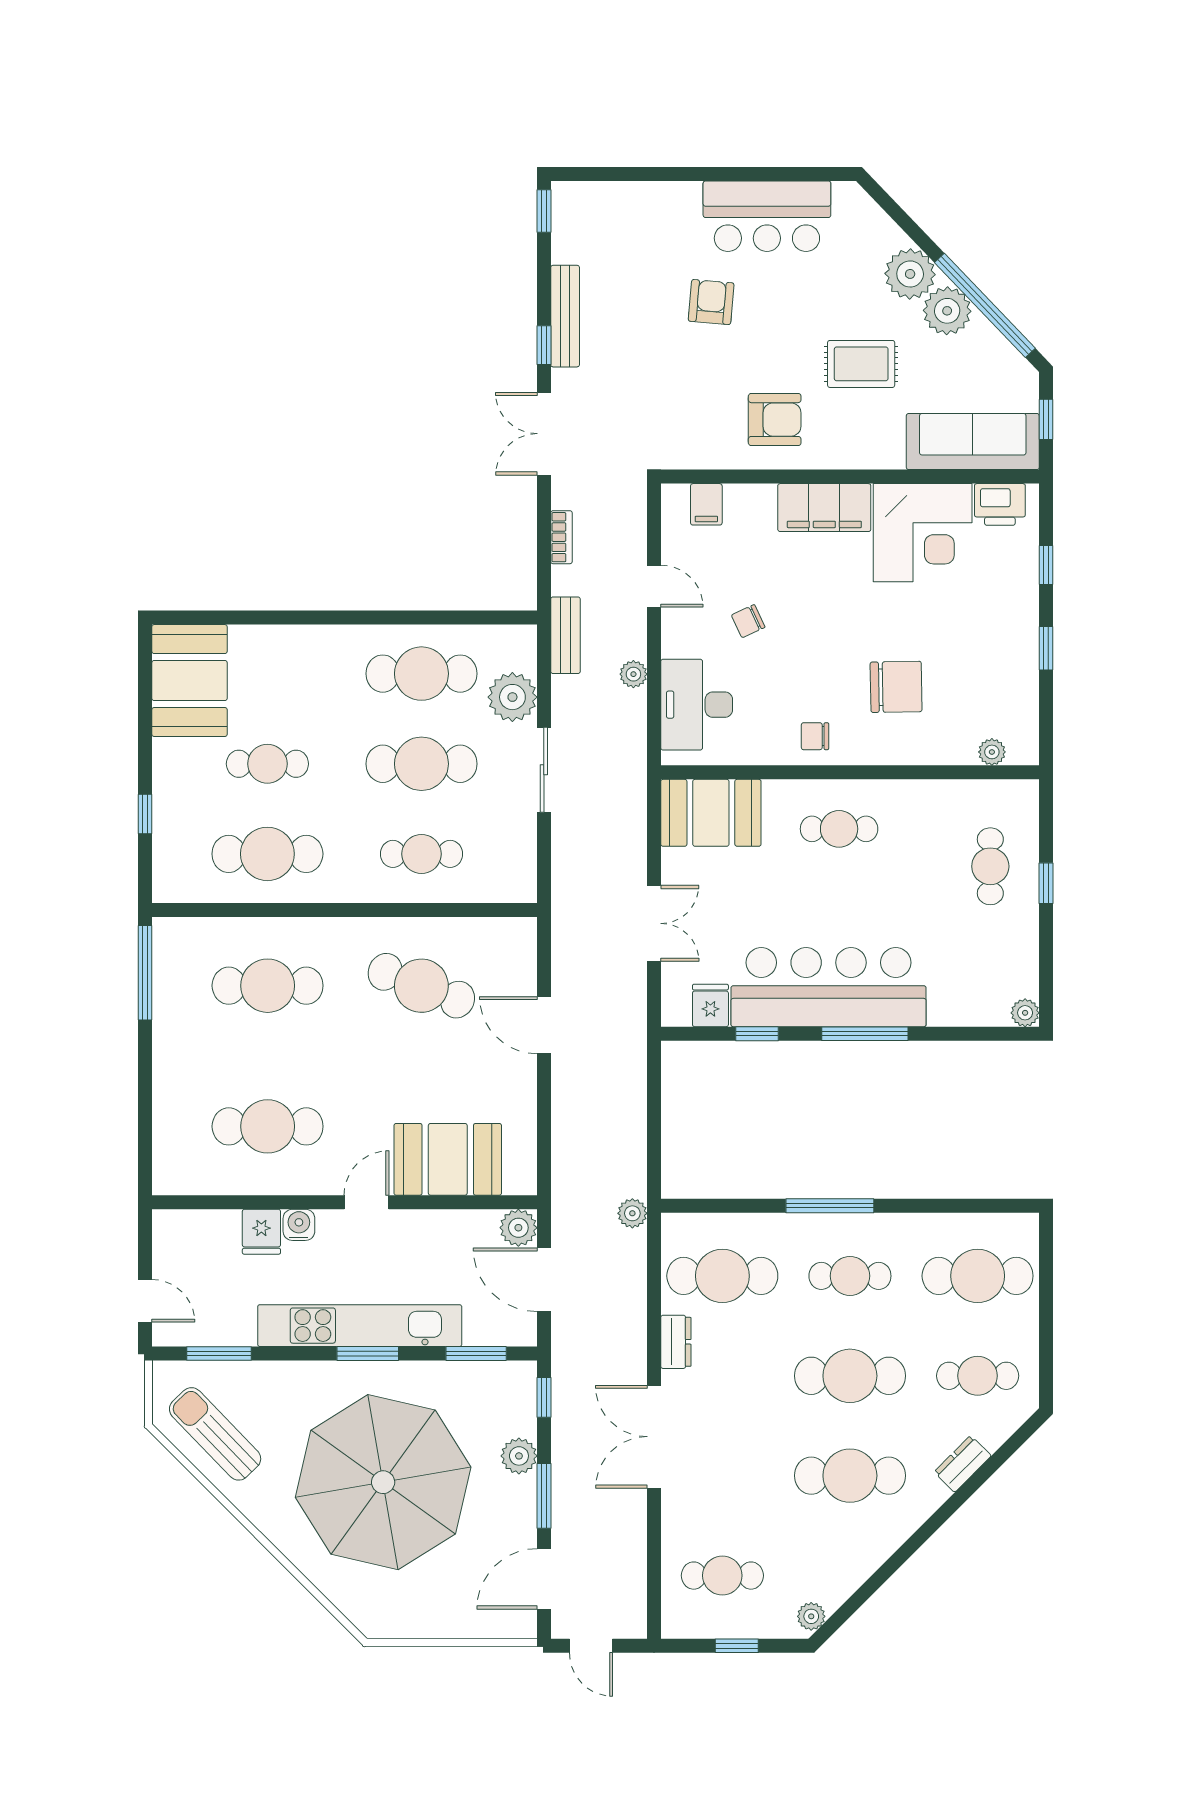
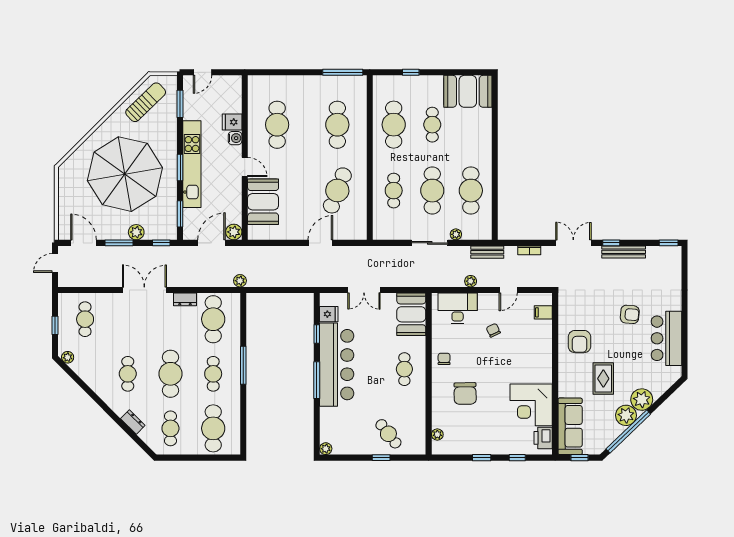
filing cabinet: (824, 508) -> (542, 363), removed
plant: (512, 697) -> (456, 234), width x0.53, depth x0.53
cafe table: (990, 866) -> (388, 434), turned 52
cafe table: (850, 1476) -> (128, 374), width x0.73, depth x0.74

